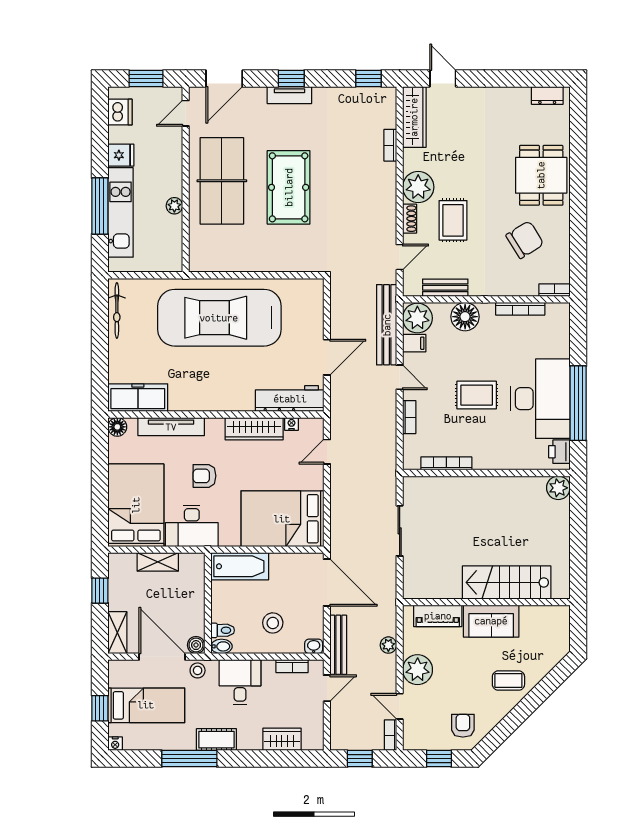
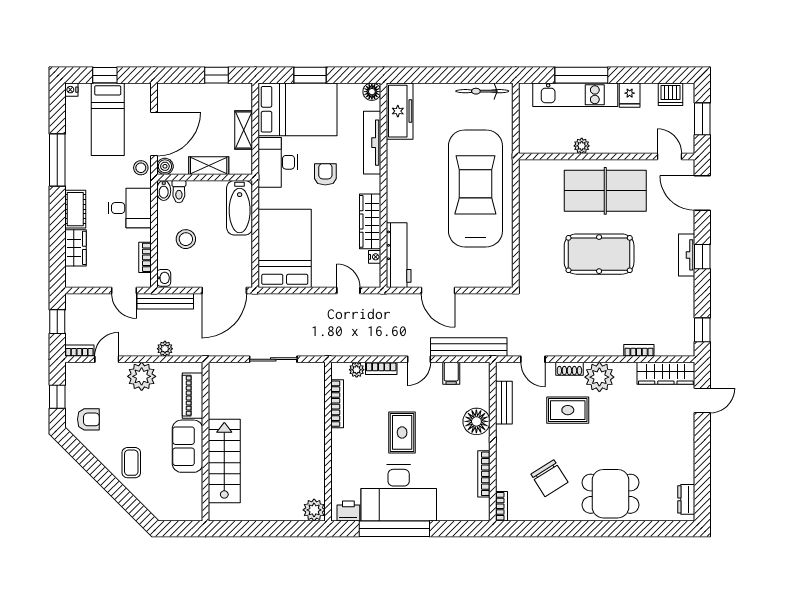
plant: (417, 318) -> (357, 370), moved, width x0.53, depth x0.53
window: (100, 492) -> (310, 75), added
shelving: (117, 633) -> (209, 166), moved
cot: (216, 740) -> (75, 209), moved

